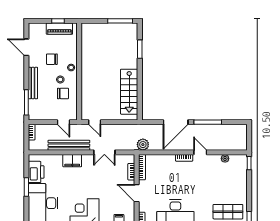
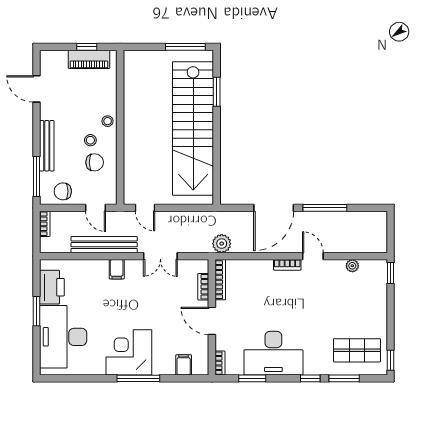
chair: (52, 59) -> (63, 191), moved
stairs: (129, 92) -> (193, 129), width x1.86, depth x1.51
filing cabinet: (72, 161) -> (117, 269), width x0.50

